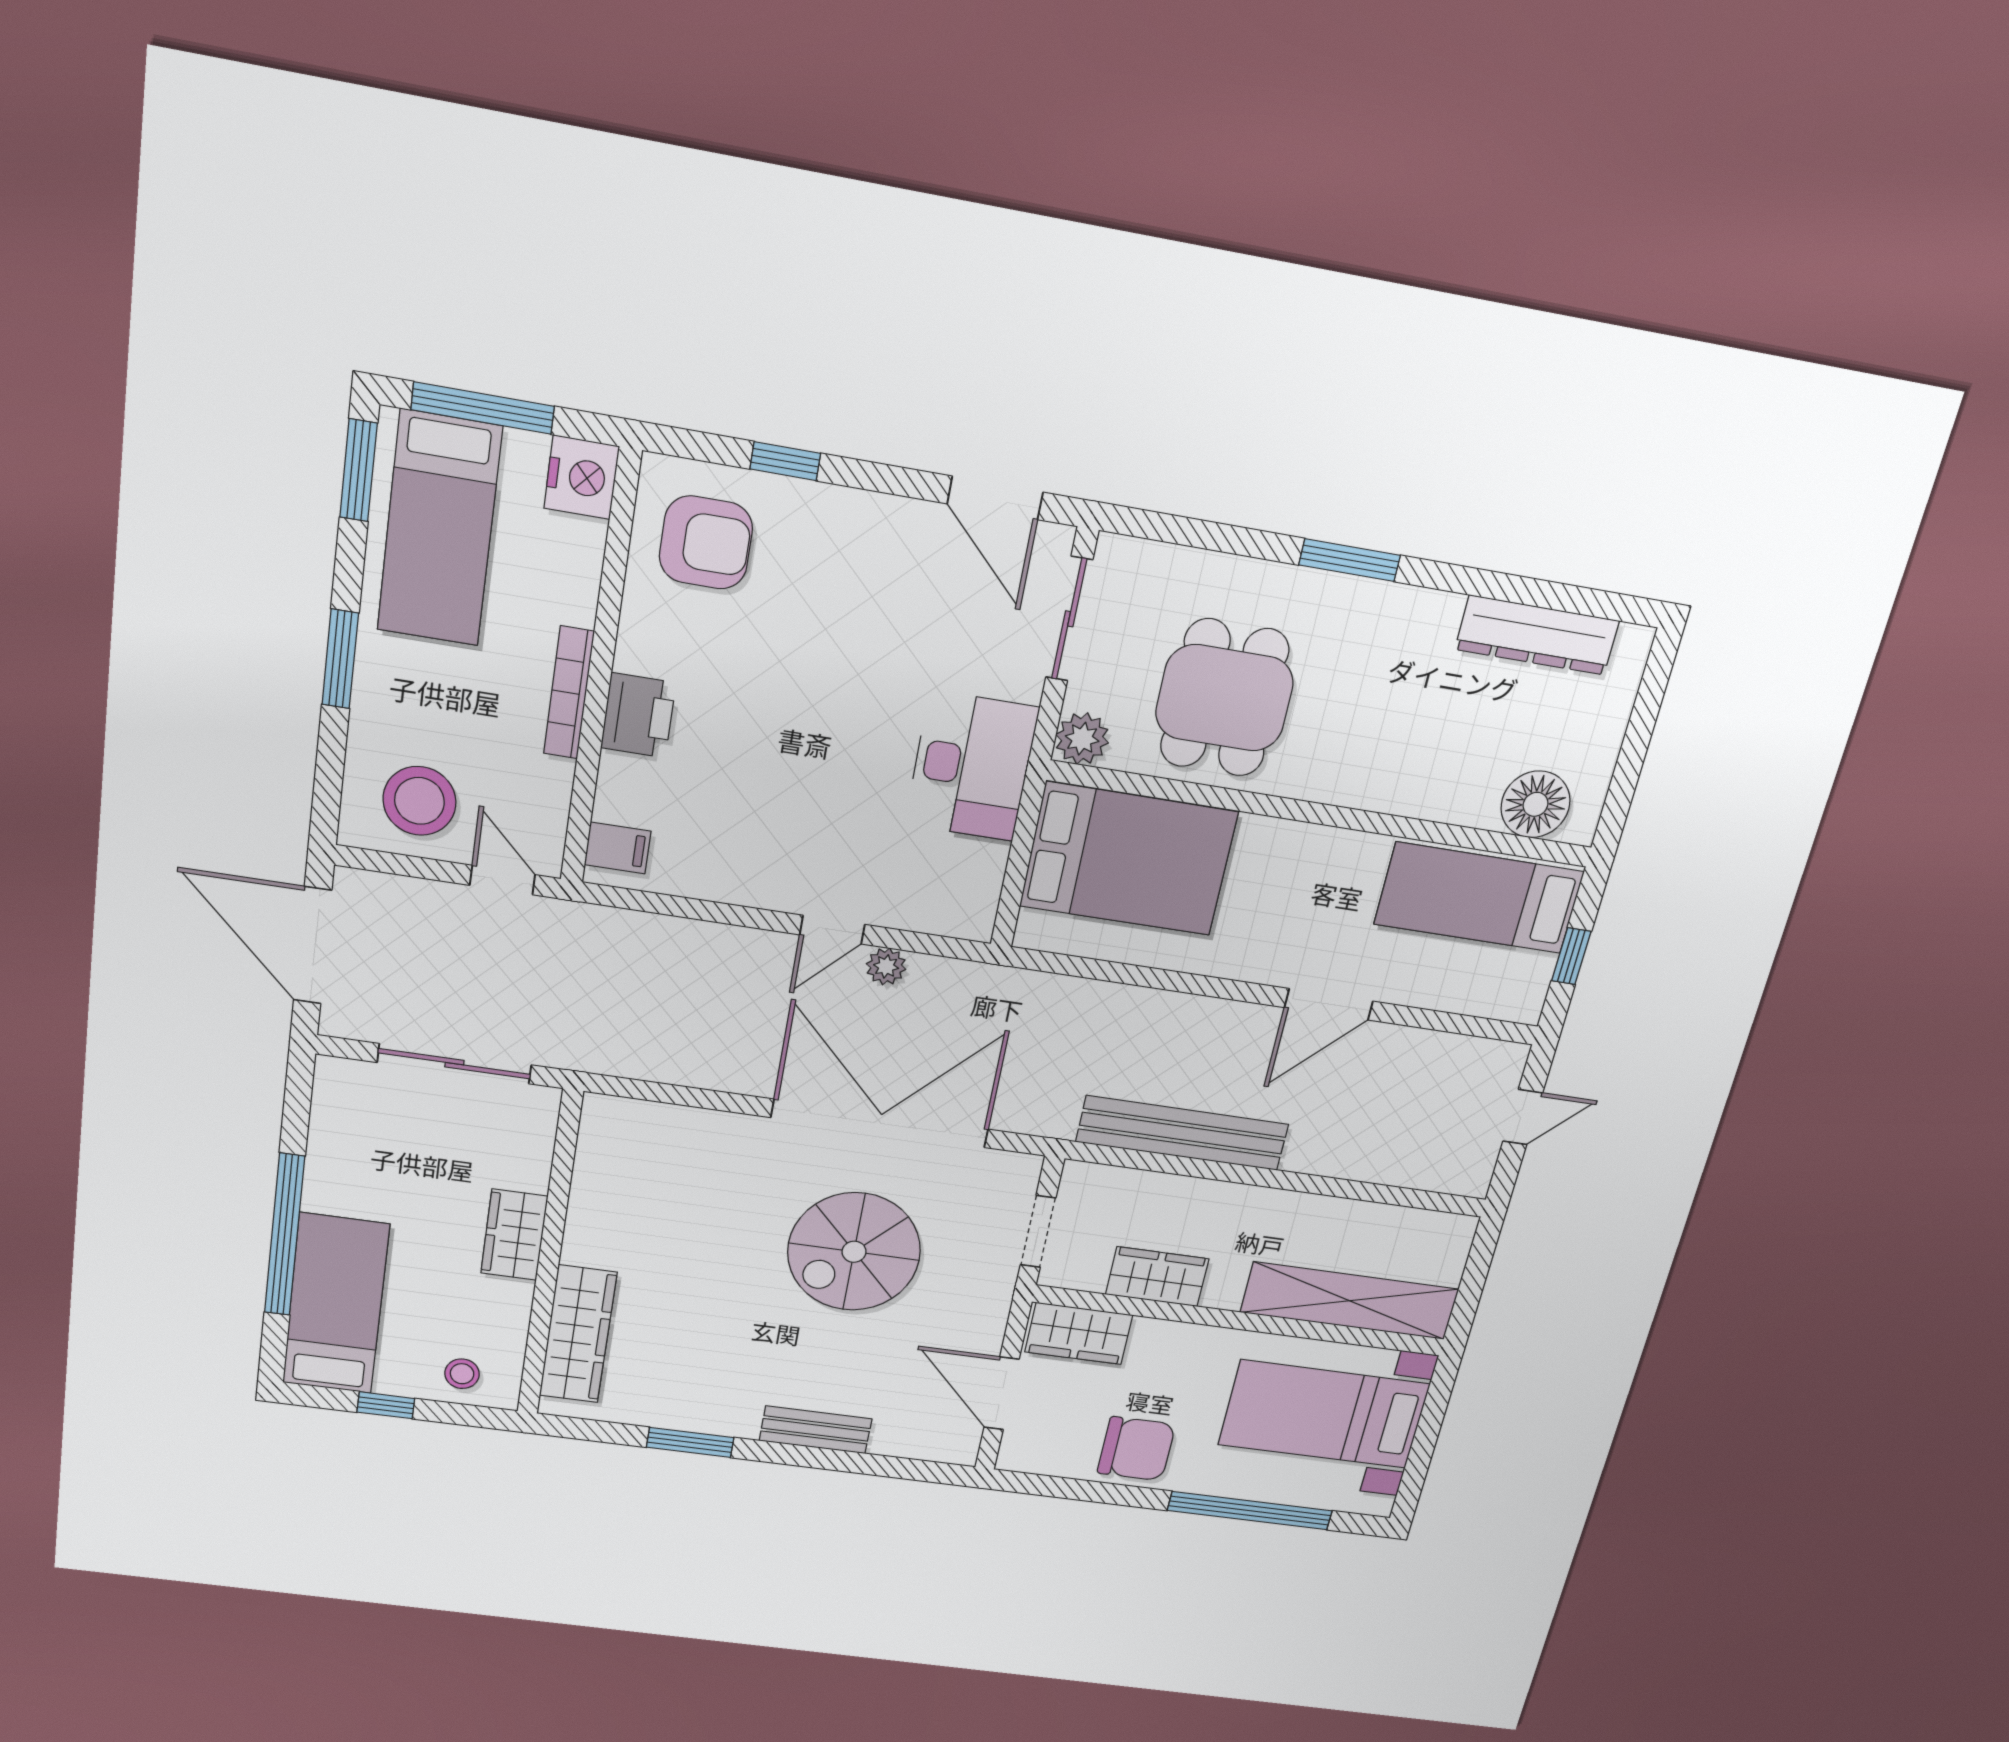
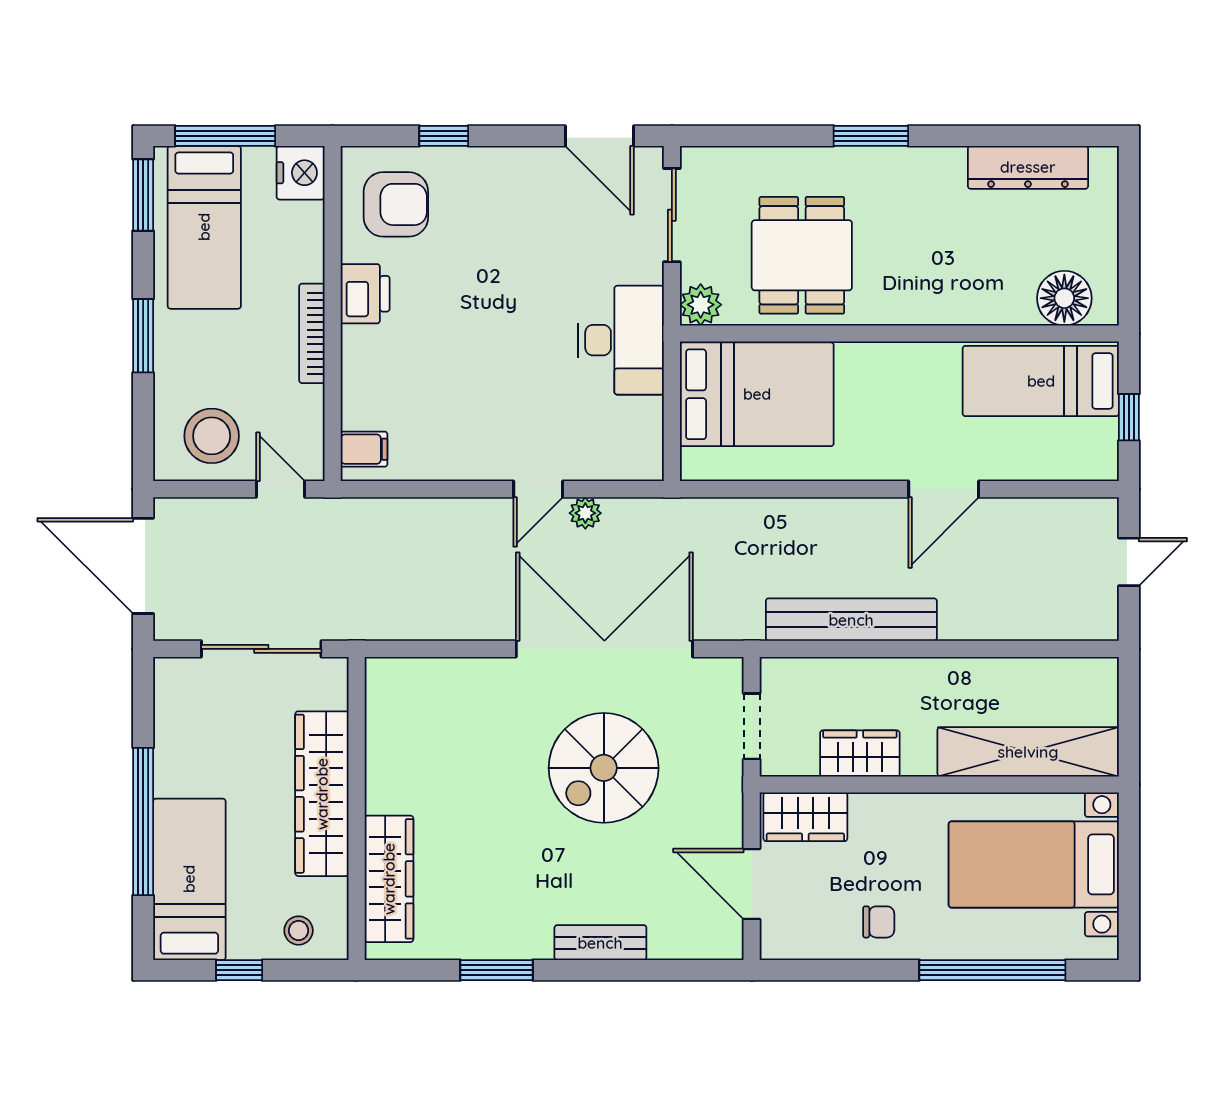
printer: (638, 715) -> (365, 294), moved
wardrobe: (514, 1235) -> (322, 794), width x2.10, depth x1.17
chair: (1136, 1449) -> (879, 922), width x0.54, depth x0.54

